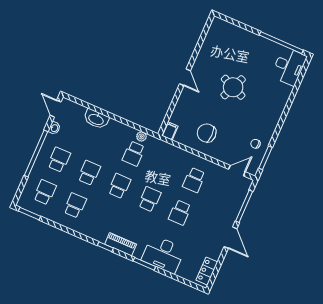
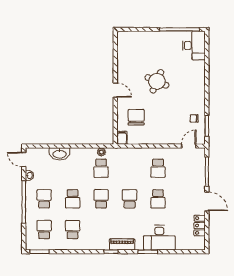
chair: (207, 133) -> (136, 117), moved, turned 90
school desk: (89, 173) -> (73, 199), turned 180
locker: (207, 271) -> (200, 226), moved

